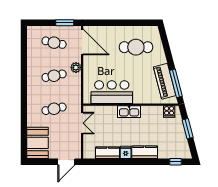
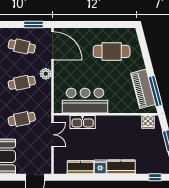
kitchen sink: (129, 112) -> (83, 122), moved

